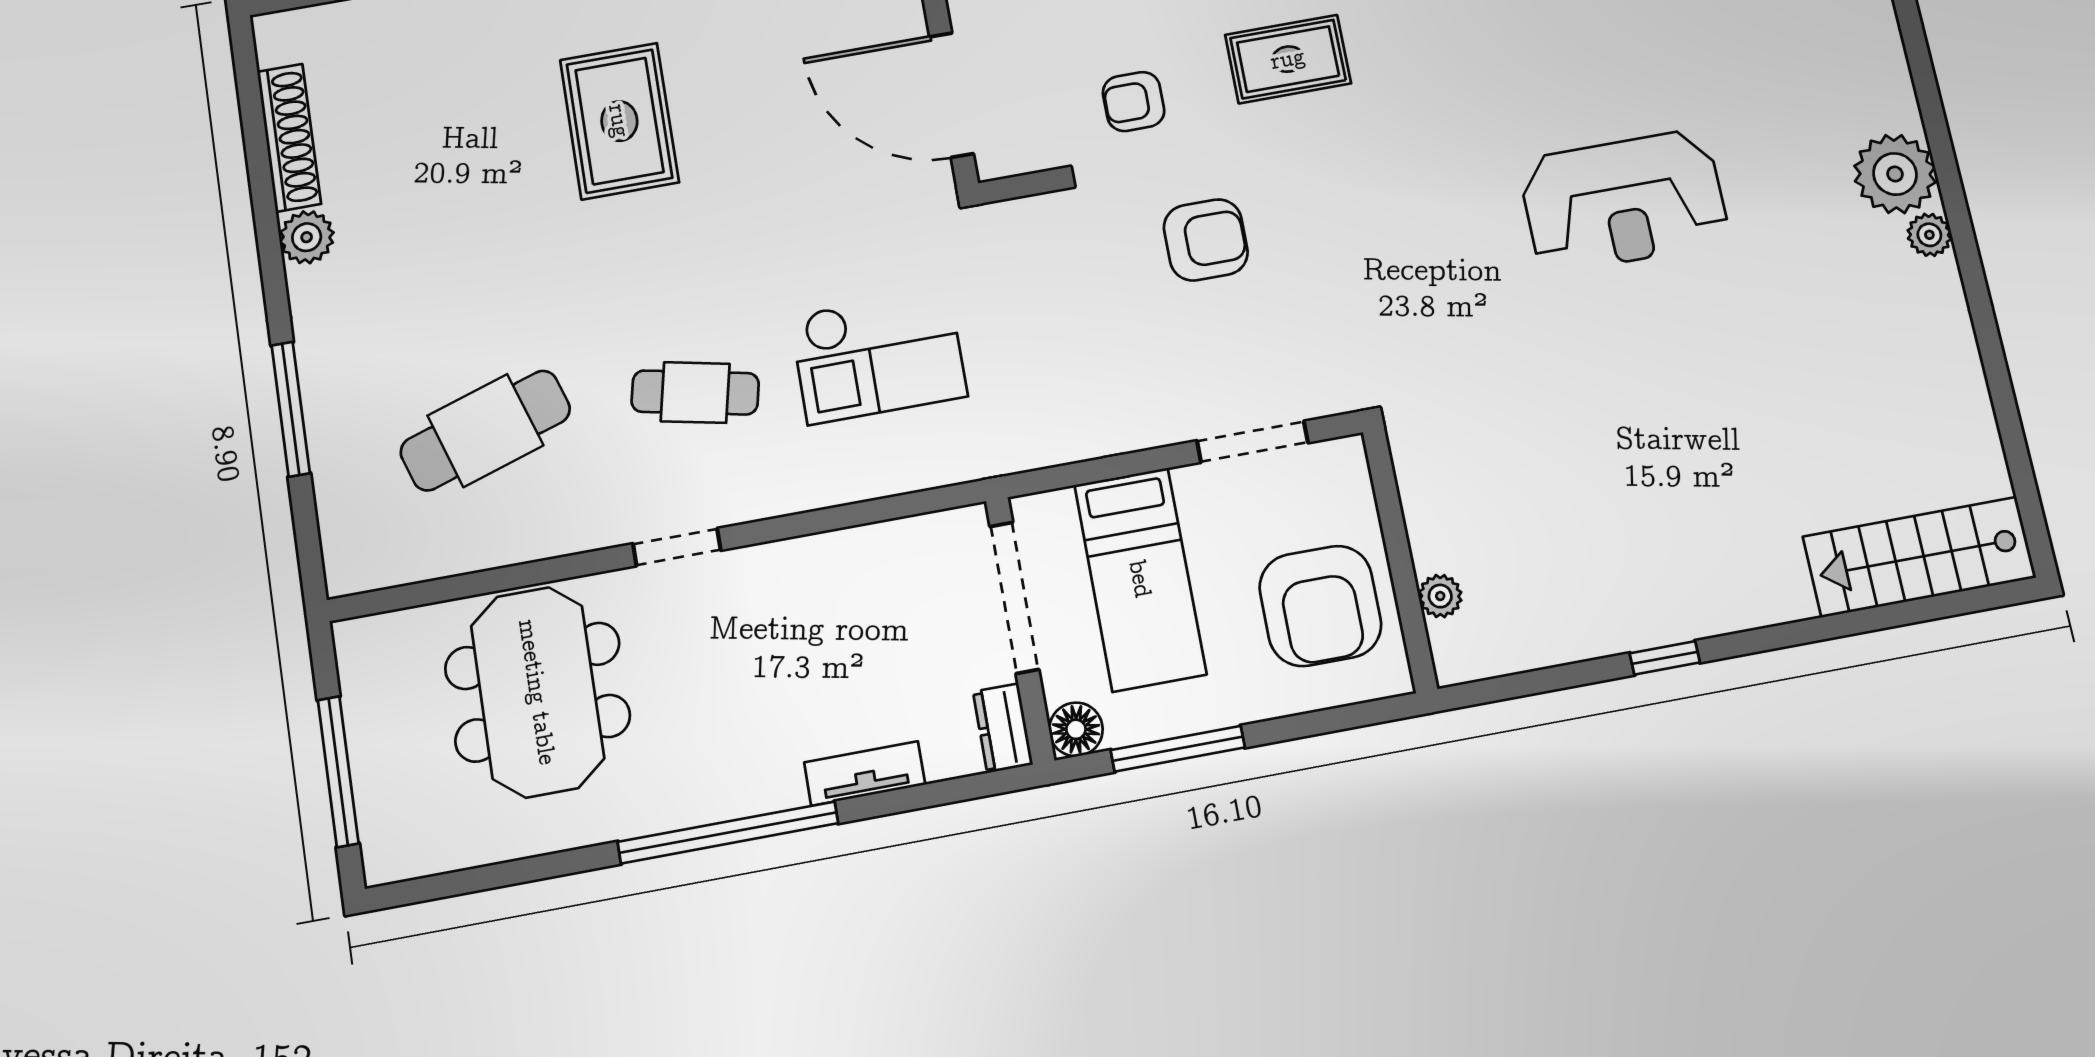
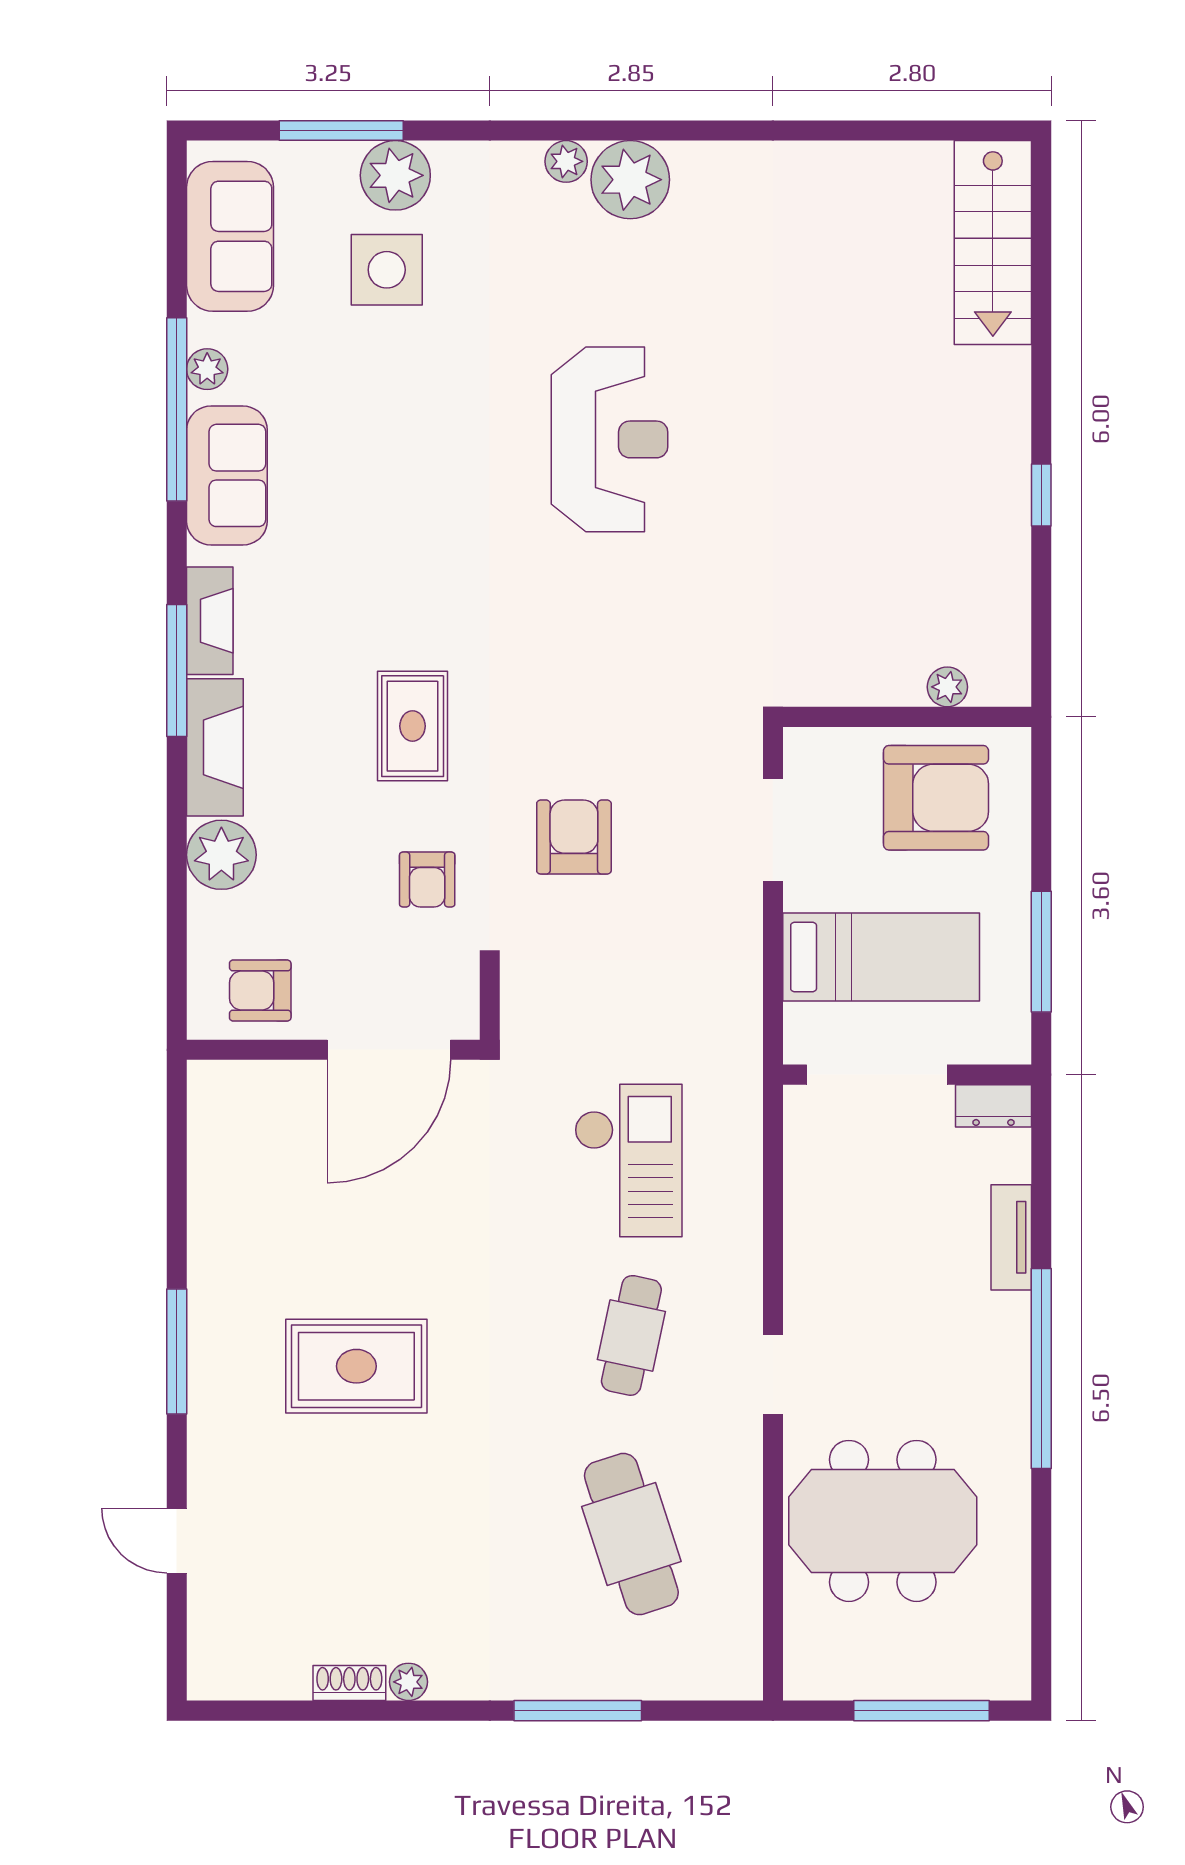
shoe rack: (289, 138) -> (349, 1683), width x0.51, depth x0.81
plant: (1929, 235) -> (566, 161), moved
plant: (307, 237) -> (408, 1682), width x0.73, depth x0.73
floor lamp: (1076, 729) -> (1007, 1040), removed

